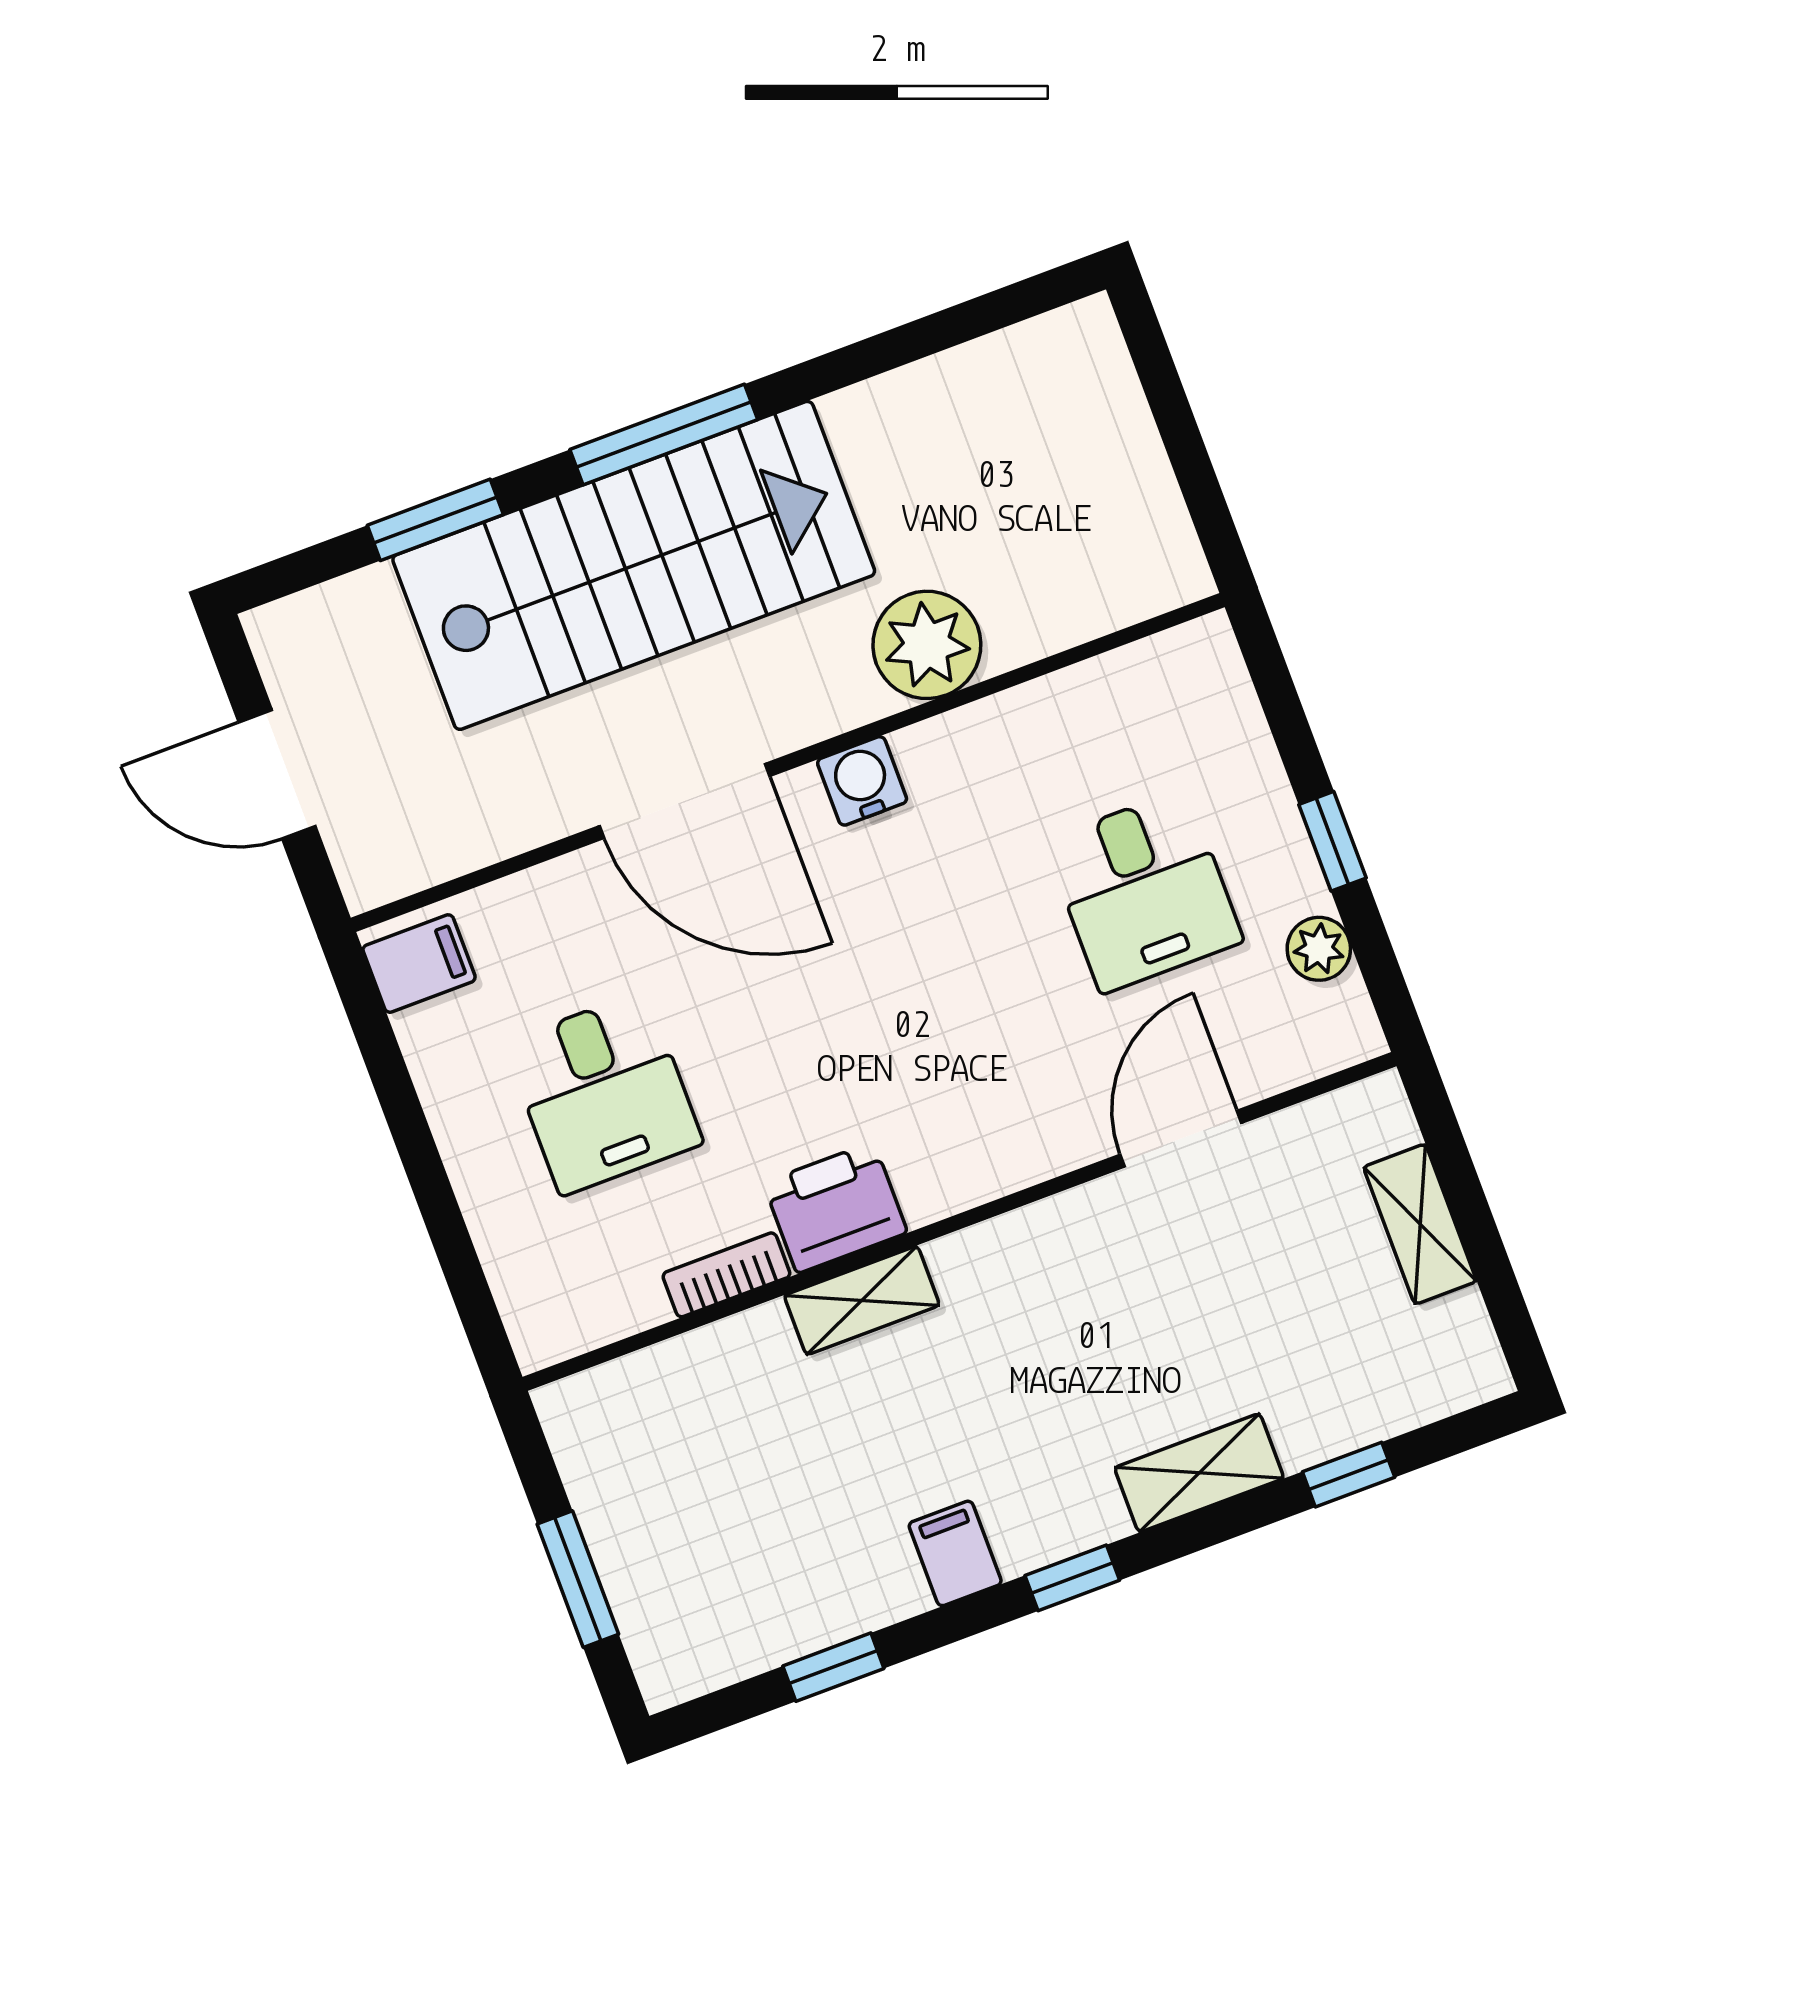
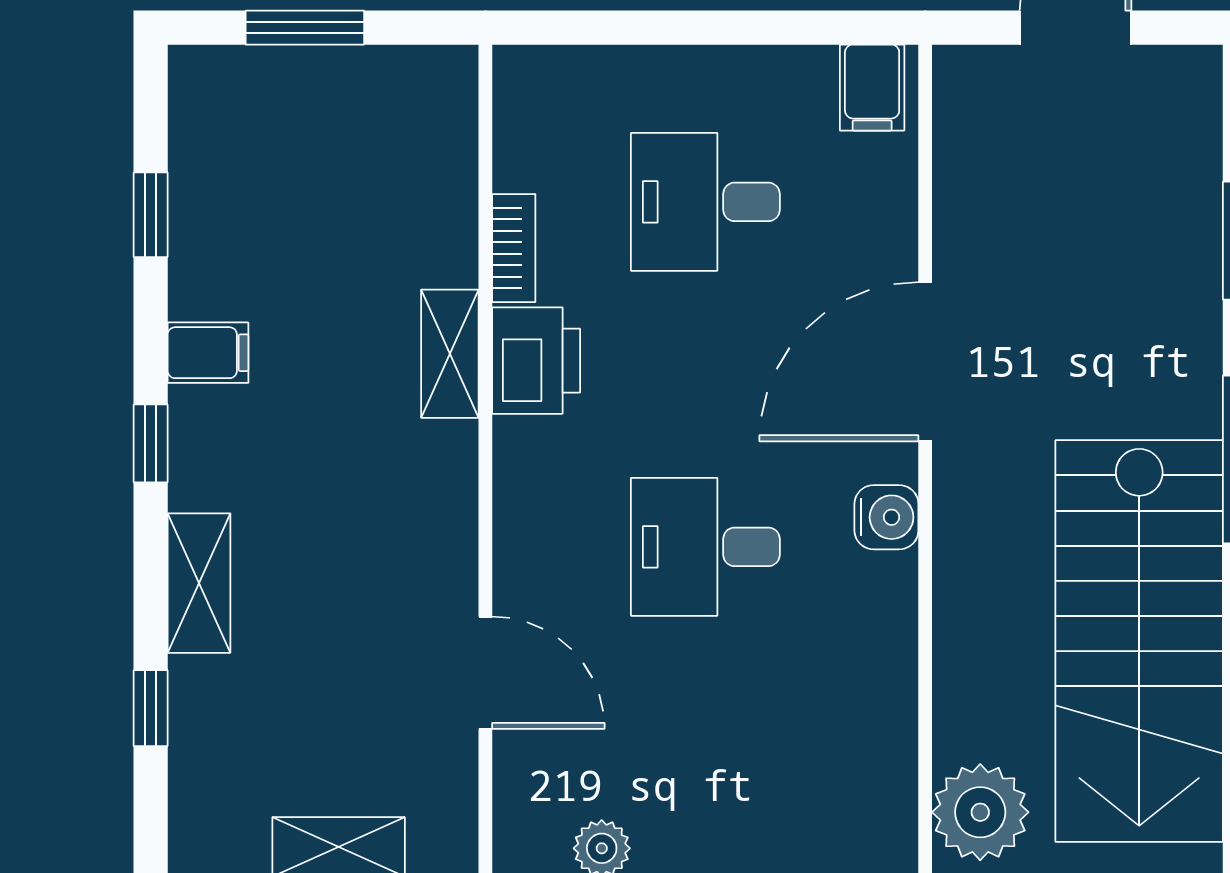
stairs: (634, 565) -> (1139, 641), moved
plant: (927, 645) -> (980, 812), moved
desk: (1144, 891) -> (705, 547), moved

